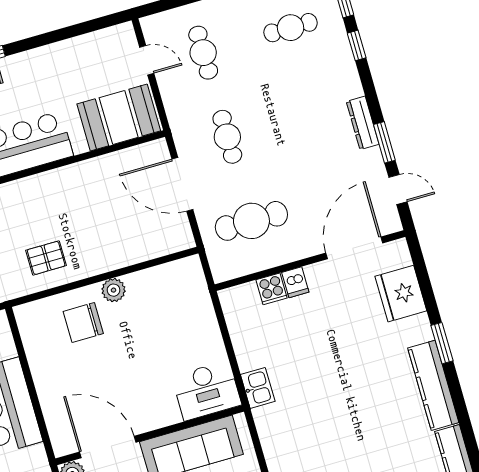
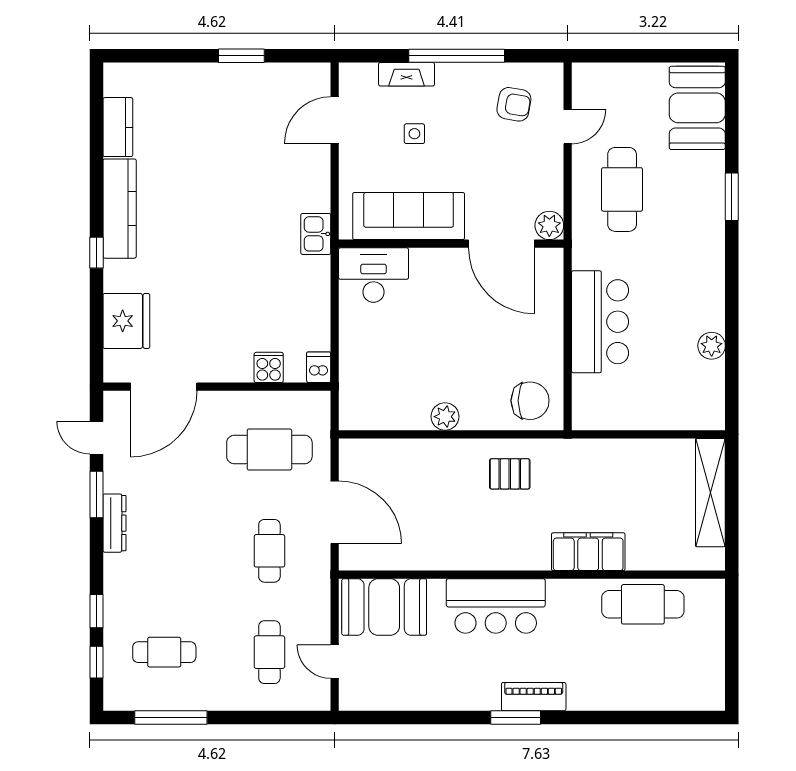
dishwasher: (295, 282) -> (319, 367), moved
chair: (83, 322) -> (530, 401), moved
window: (442, 343) -> (96, 253), width x0.67
kitchen sink: (258, 388) -> (316, 234), moved

